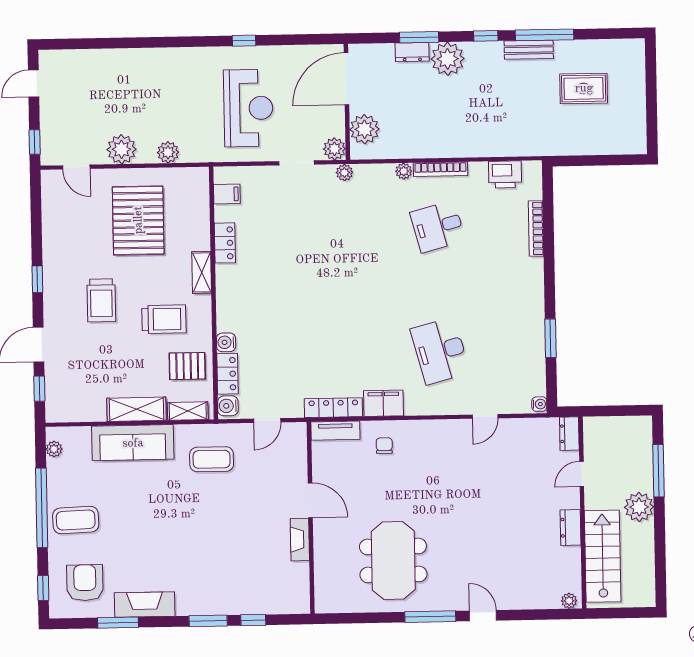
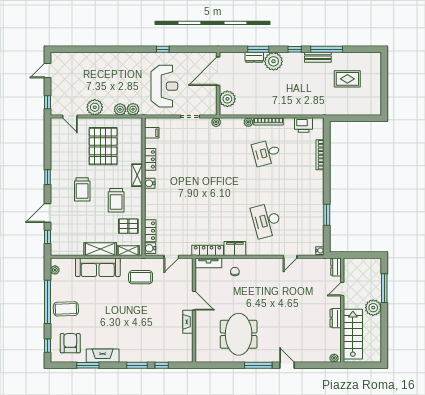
plant: (334, 149) -> (133, 109), moved
trolley: (164, 319) -> (116, 200), turned 90
water cooler: (226, 342) -> (150, 183), moved

